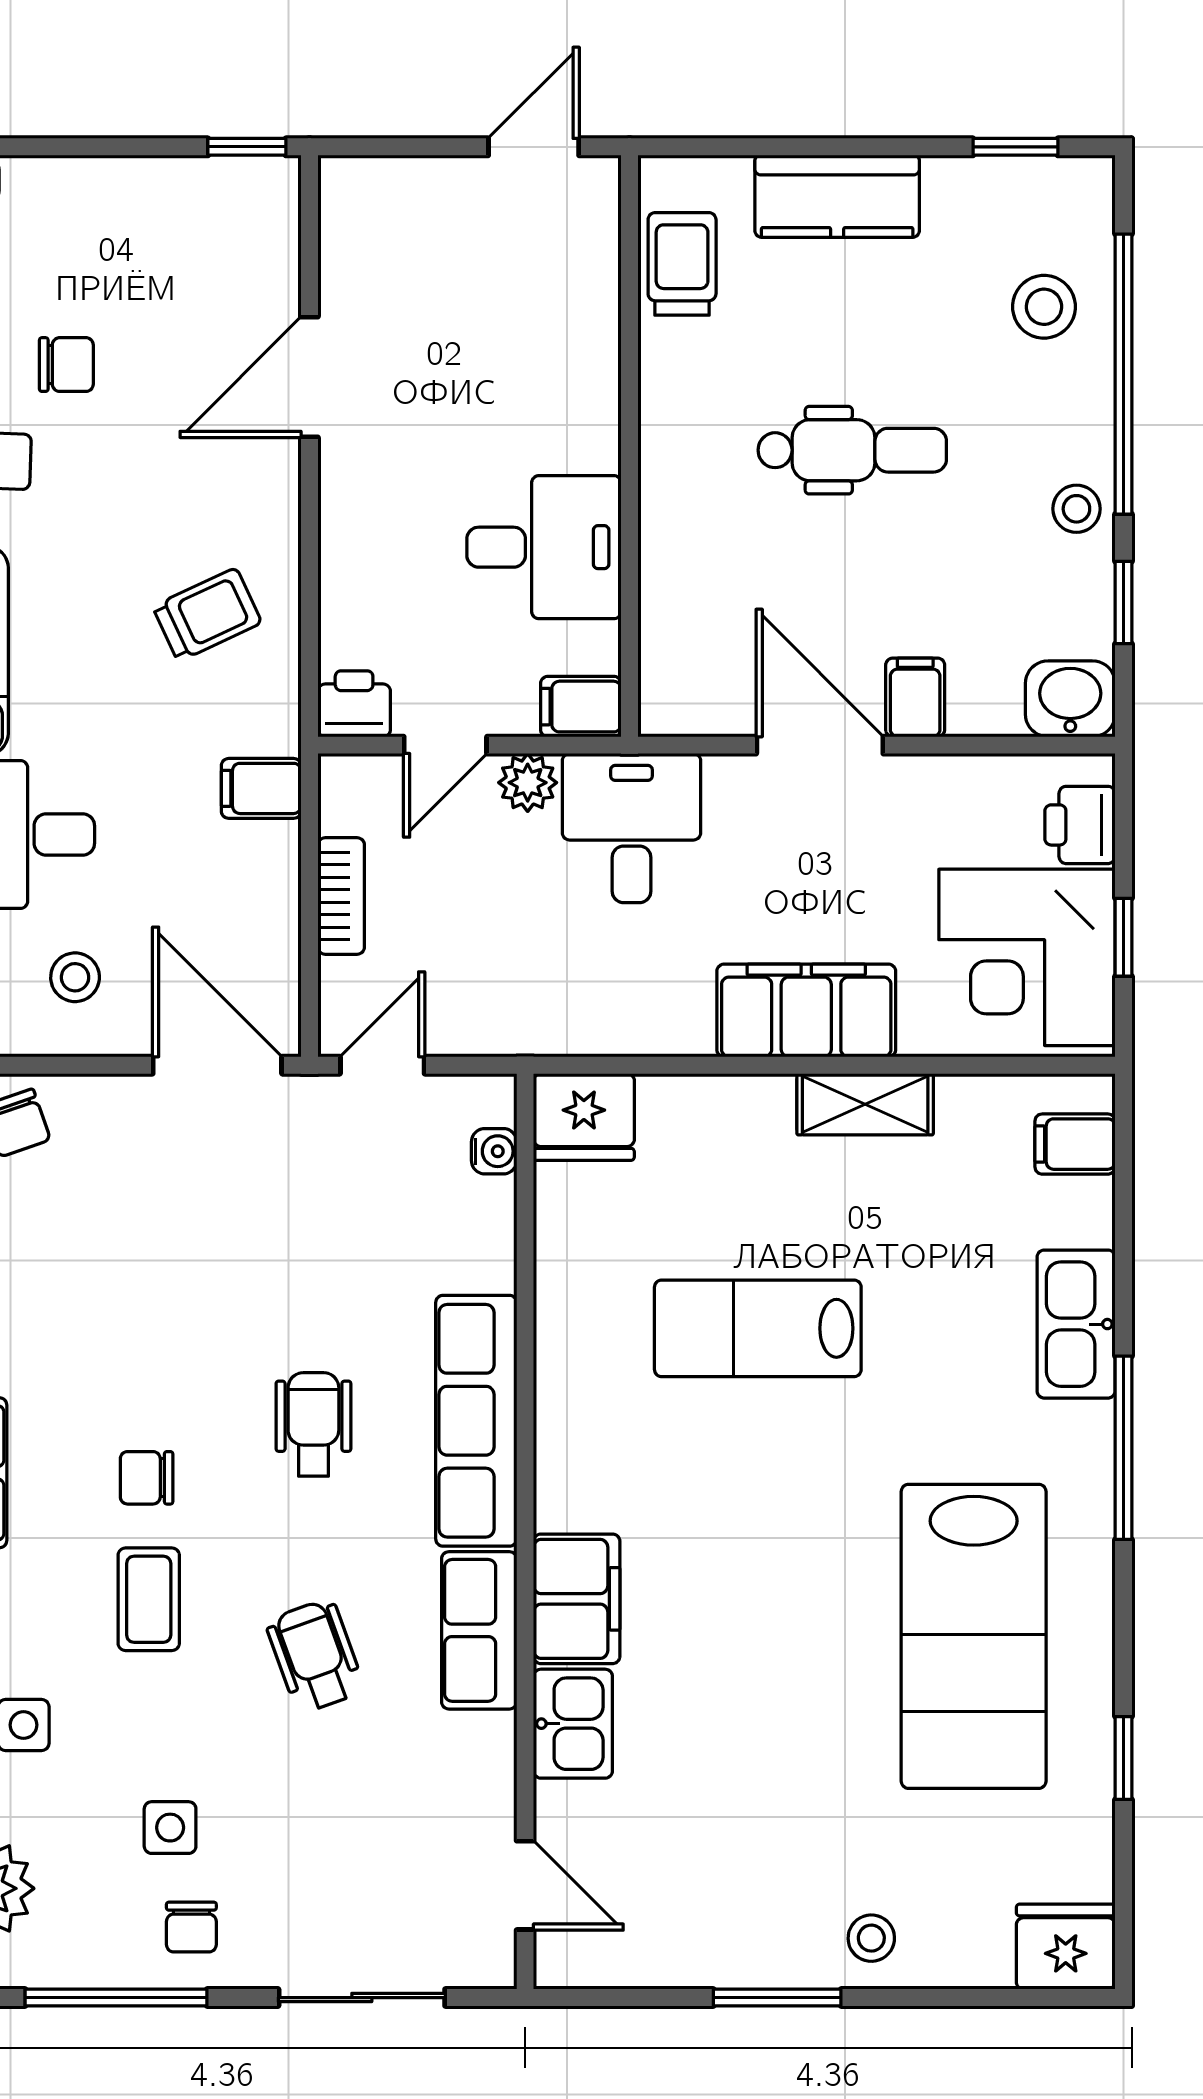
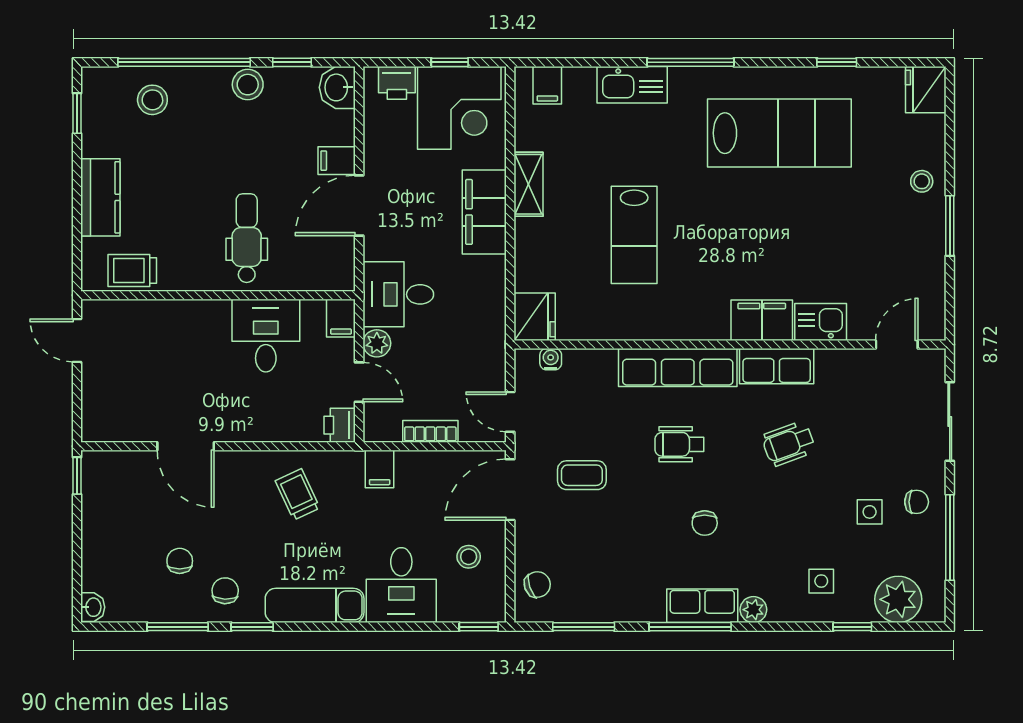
dental chair: (852, 450) -> (247, 238), moved
stool: (1076, 509) -> (248, 85), width x1.37, depth x1.37
coffee table: (149, 1599) -> (582, 475), moved

